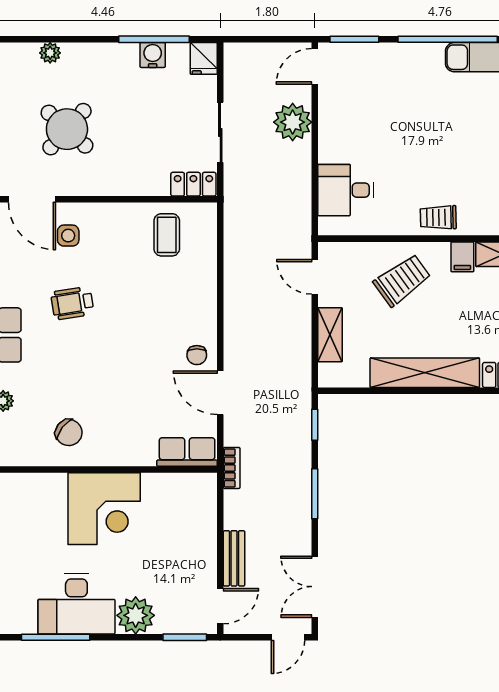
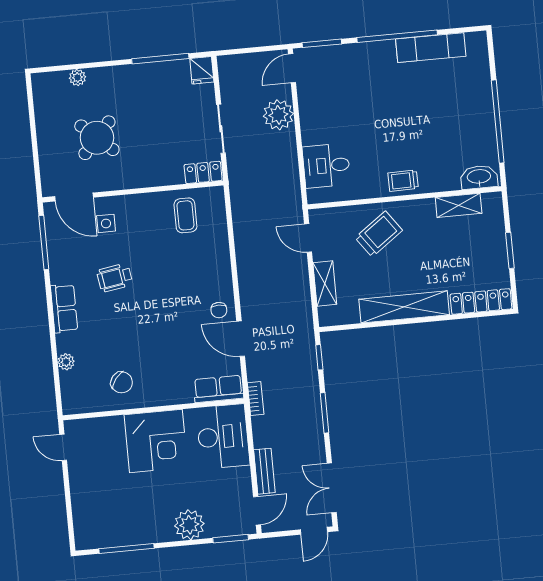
water cooler: (153, 55) -> (160, 71), removed
filing cabinet: (462, 257) -> (426, 211), removed
desk: (76, 604) -> (223, 436), moved, turned -90

